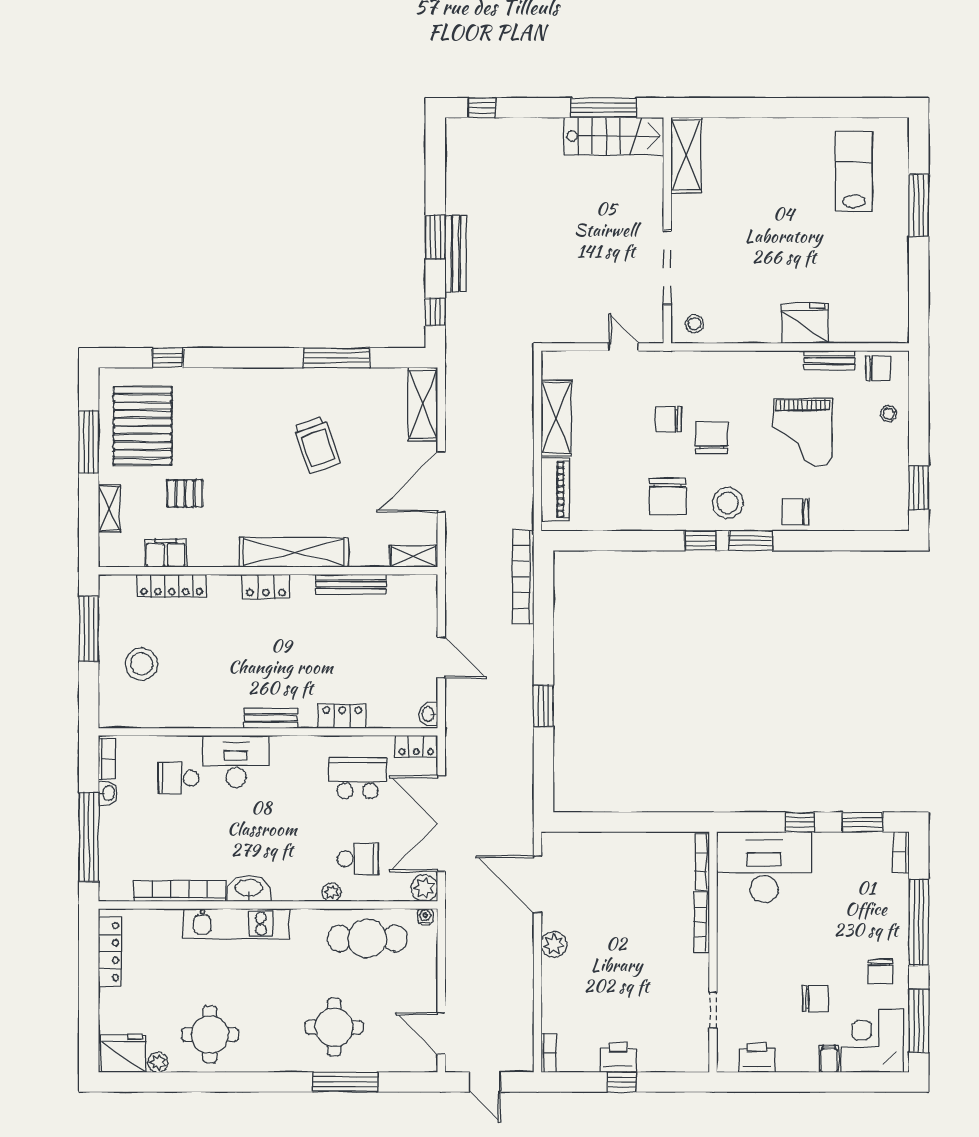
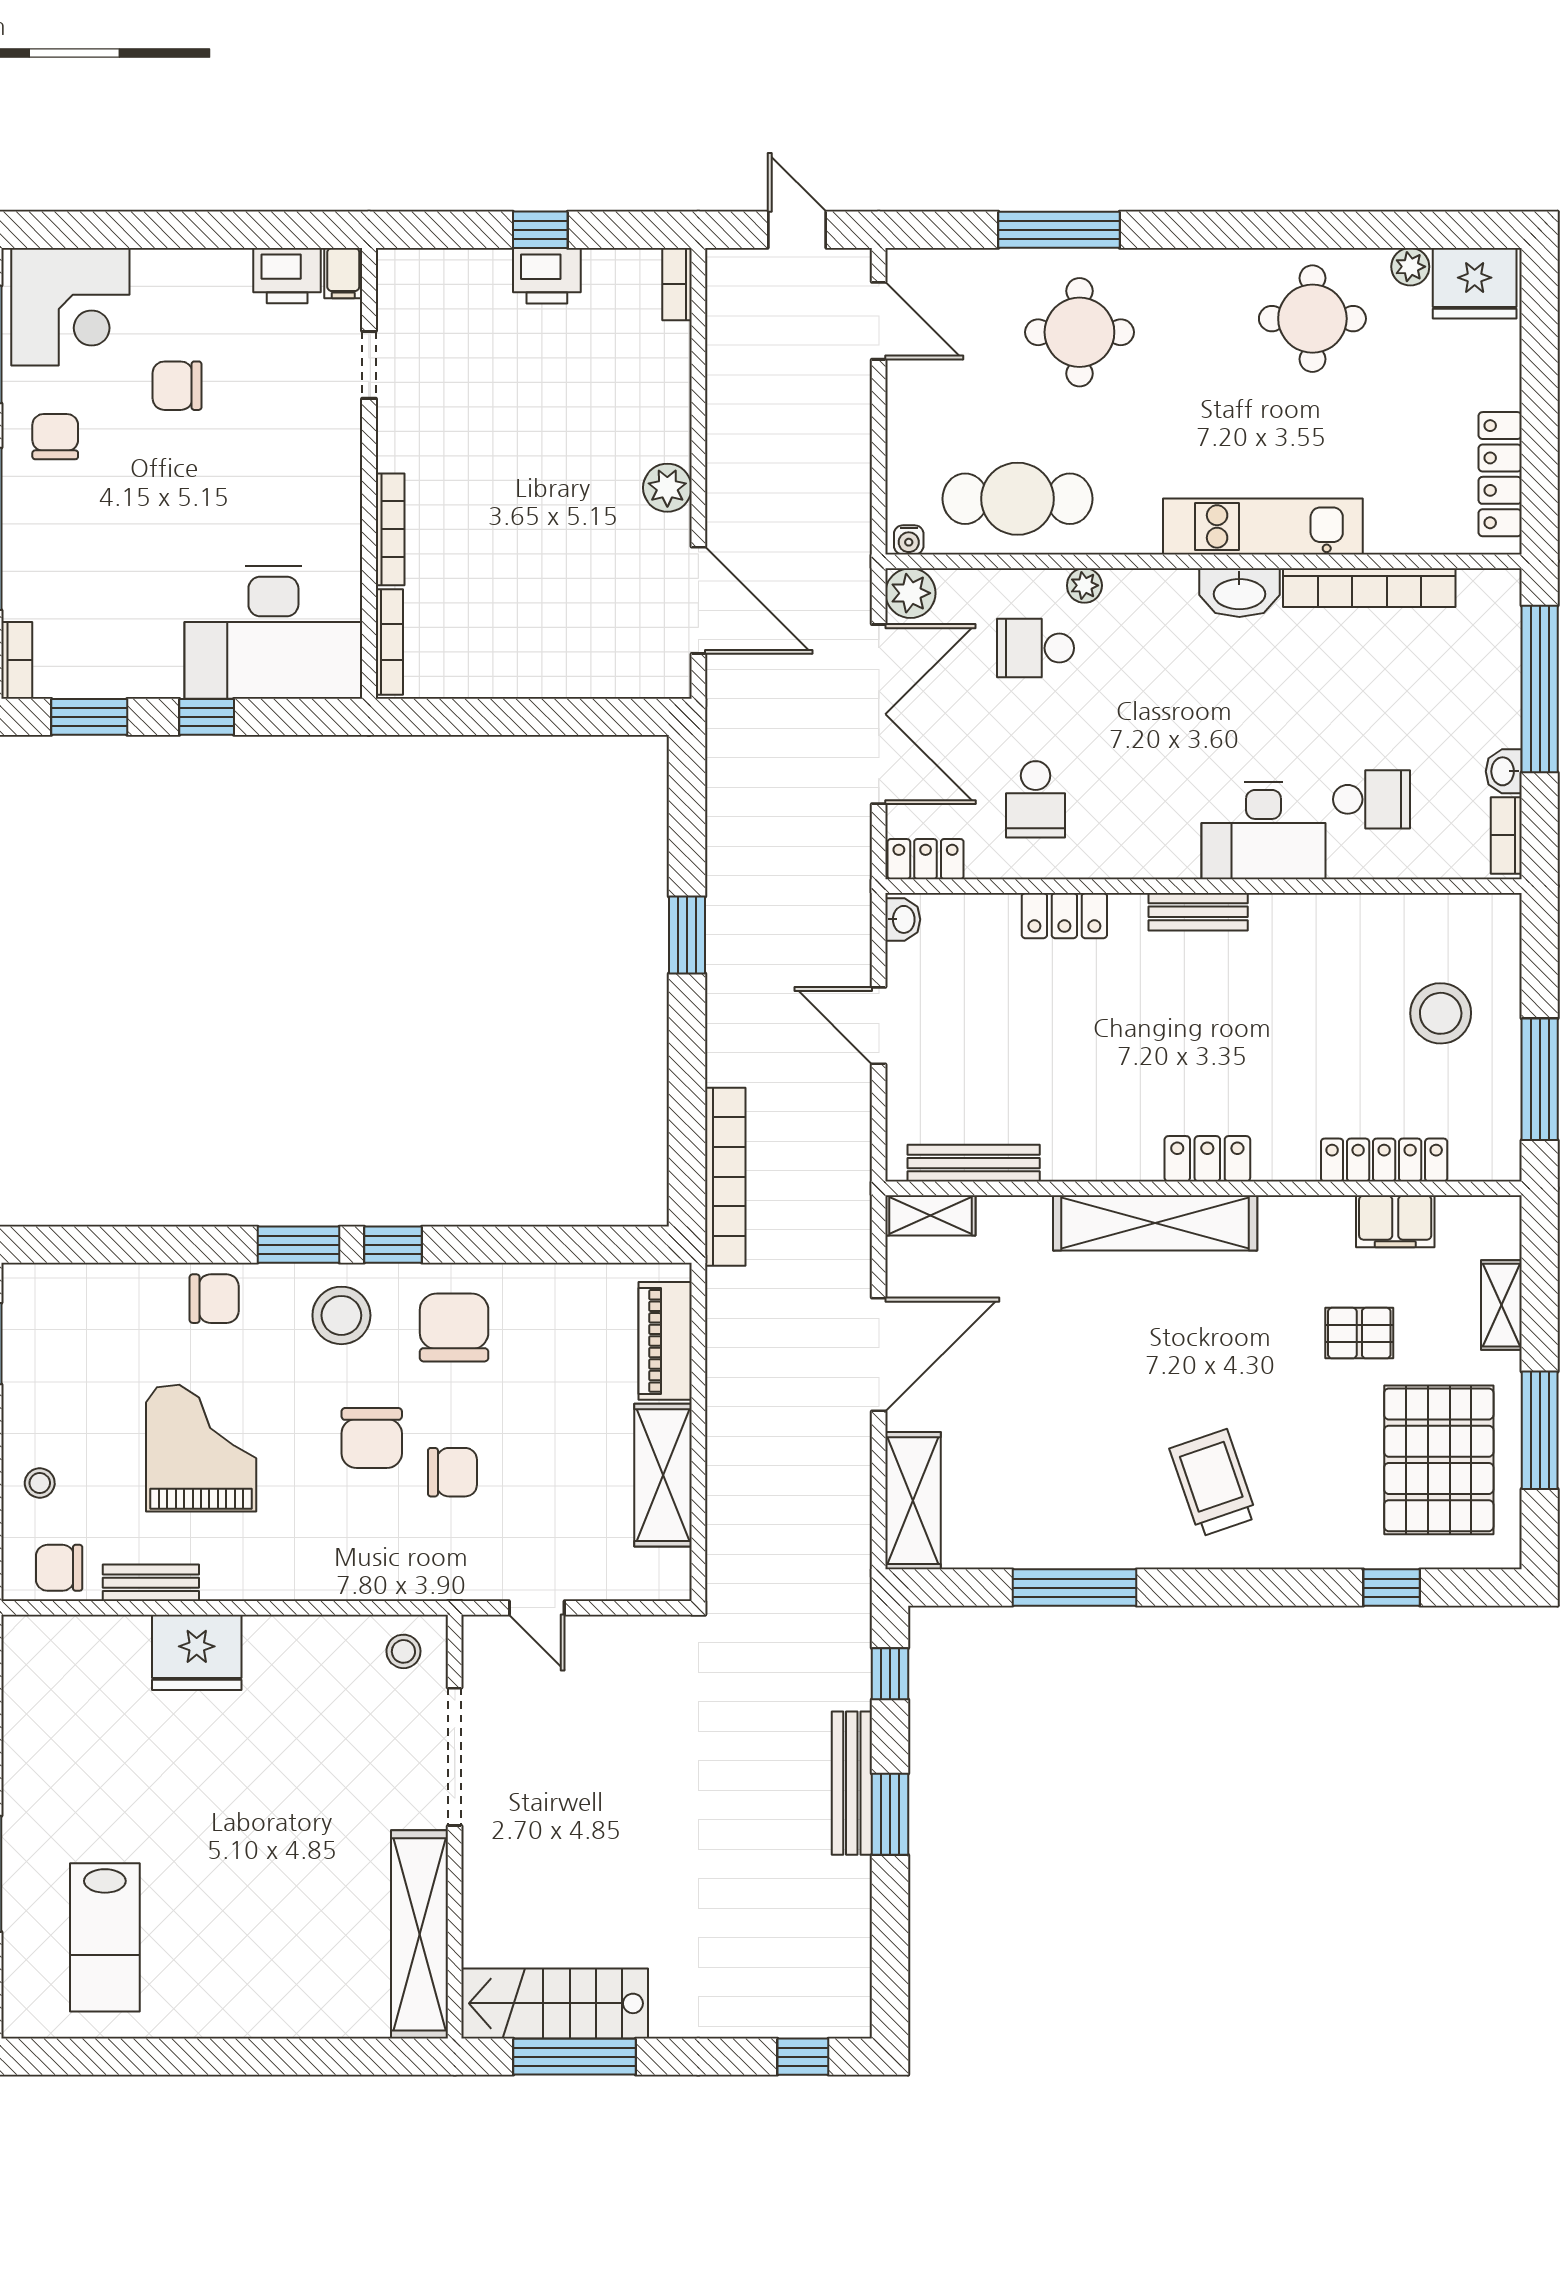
shelving: (686, 155) -> (419, 1934), width x1.47
trolley: (317, 445) -> (1213, 1483), moved
bench: (351, 584) -> (974, 1163), moved
school desk: (358, 778) -> (1036, 799), width x0.54
filing cabinet: (829, 1059) -> (343, 273), moved

